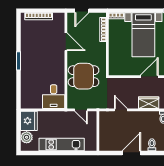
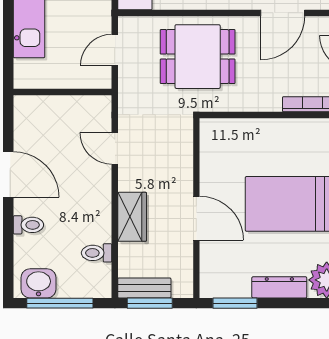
dining table: (84, 76) -> (198, 57), turned 90
door: (121, 110) -> (115, 148), swing flipped

